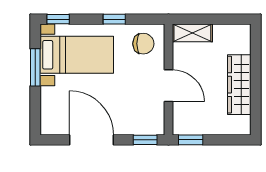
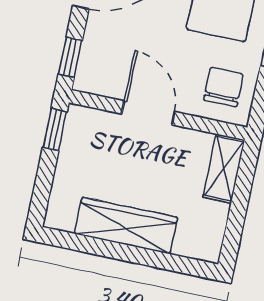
chair: (143, 44) -> (223, 87), turned 180
door: (169, 86) -> (148, 113), swing flipped

